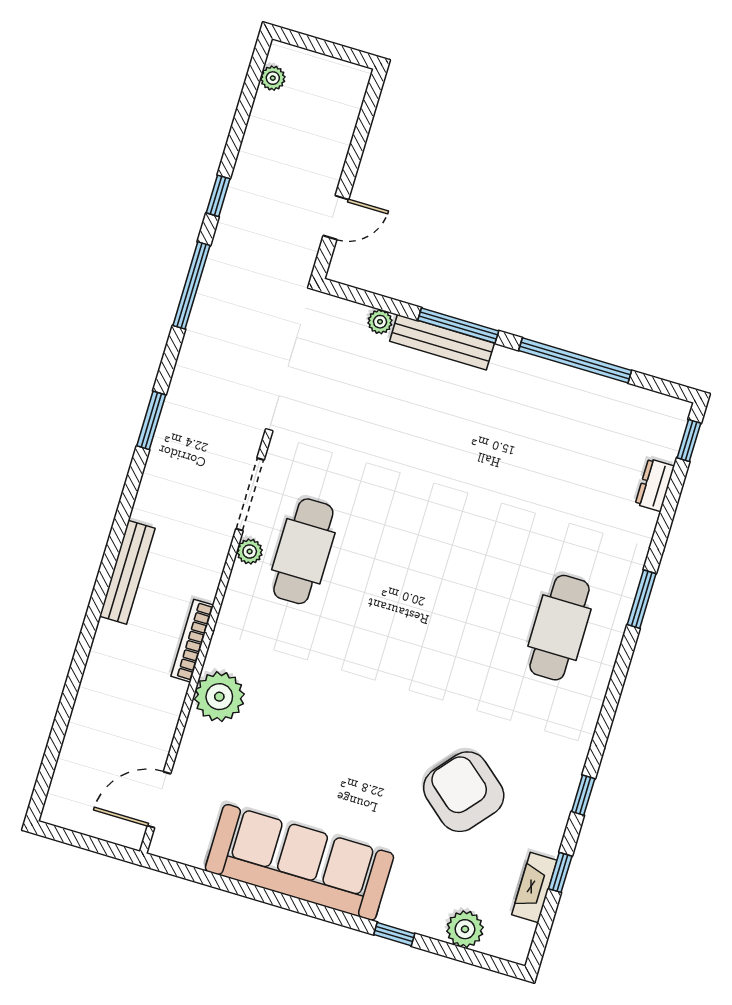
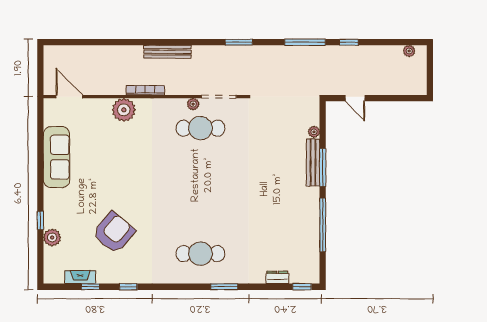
sofa: (299, 862) -> (56, 157), width x0.74, depth x0.79
plant: (465, 929) -> (52, 237), moved

